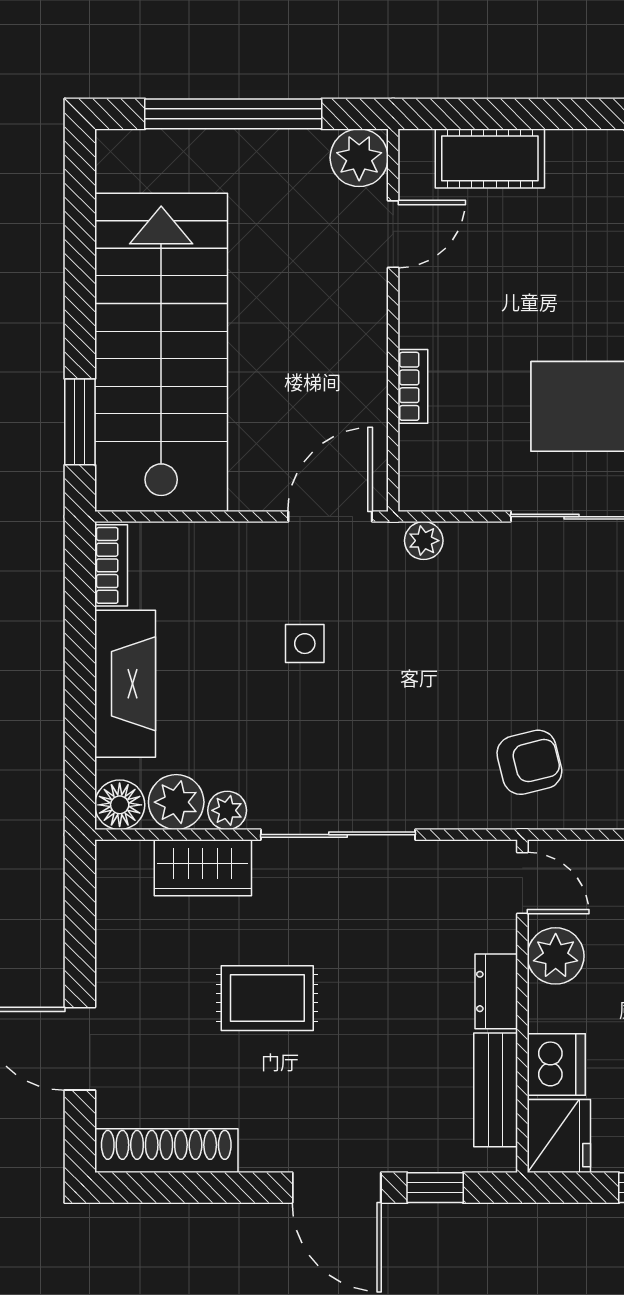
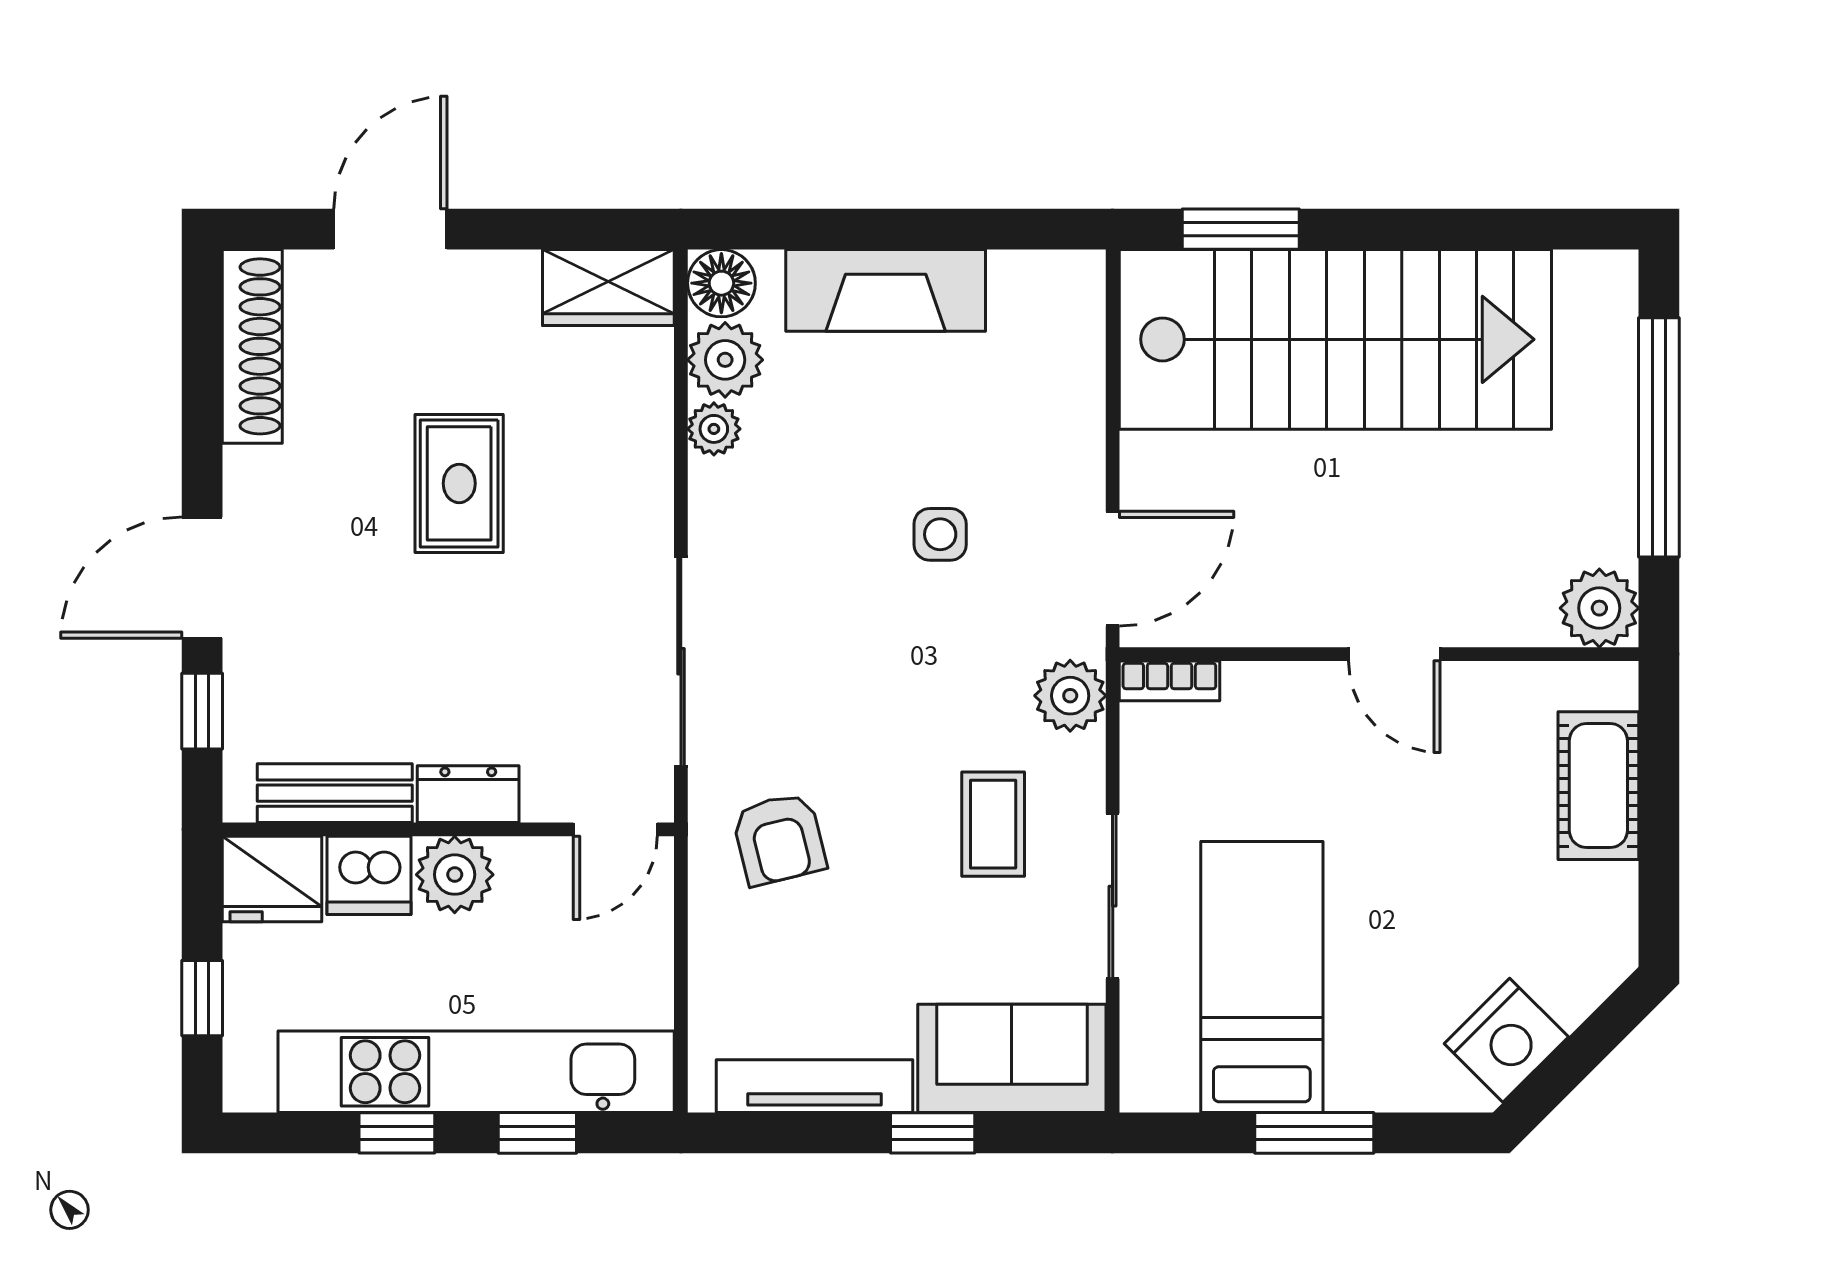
door: (393, 234) -> (1394, 654), moved
bookcase: (413, 386) -> (1169, 681), moved
door: (330, 517) -> (1113, 569), hinge flipped
plant: (424, 541) -> (1070, 696), width x1.38, depth x1.38
bookcase: (111, 565) -> (1046, 272), removed
coffee table: (518, 605) -> (993, 824), added
sliding door: (338, 835) -> (681, 661), moved
wardrobe: (203, 868) -> (608, 288), moved, turned -90
plant: (556, 956) -> (455, 875), moved

